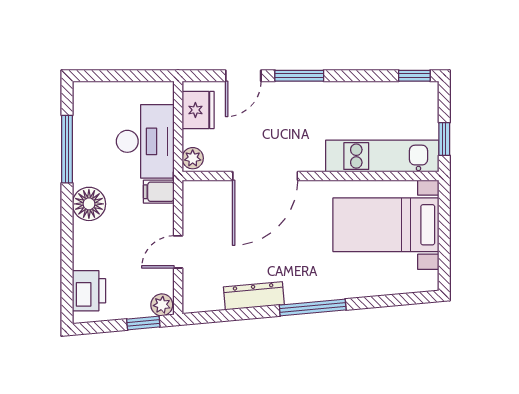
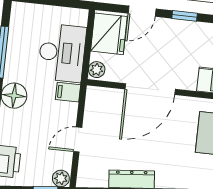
window: (299, 76) -> (185, 16), width x0.67
fridge: (198, 110) -> (109, 34), width x1.36, depth x1.34

